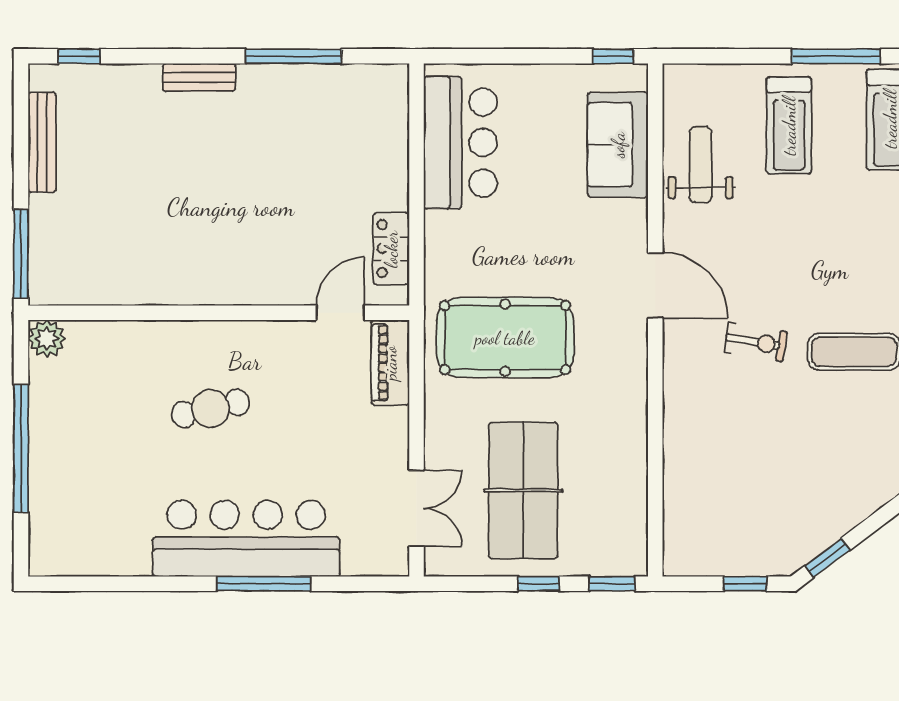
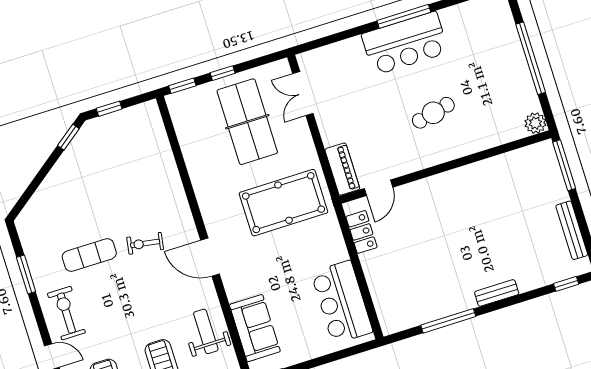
weight bench: (701, 165) -> (206, 331), turned 180
bar counter: (246, 538) -> (405, 43), width x0.73
window: (264, 584) -> (404, 16), moved

